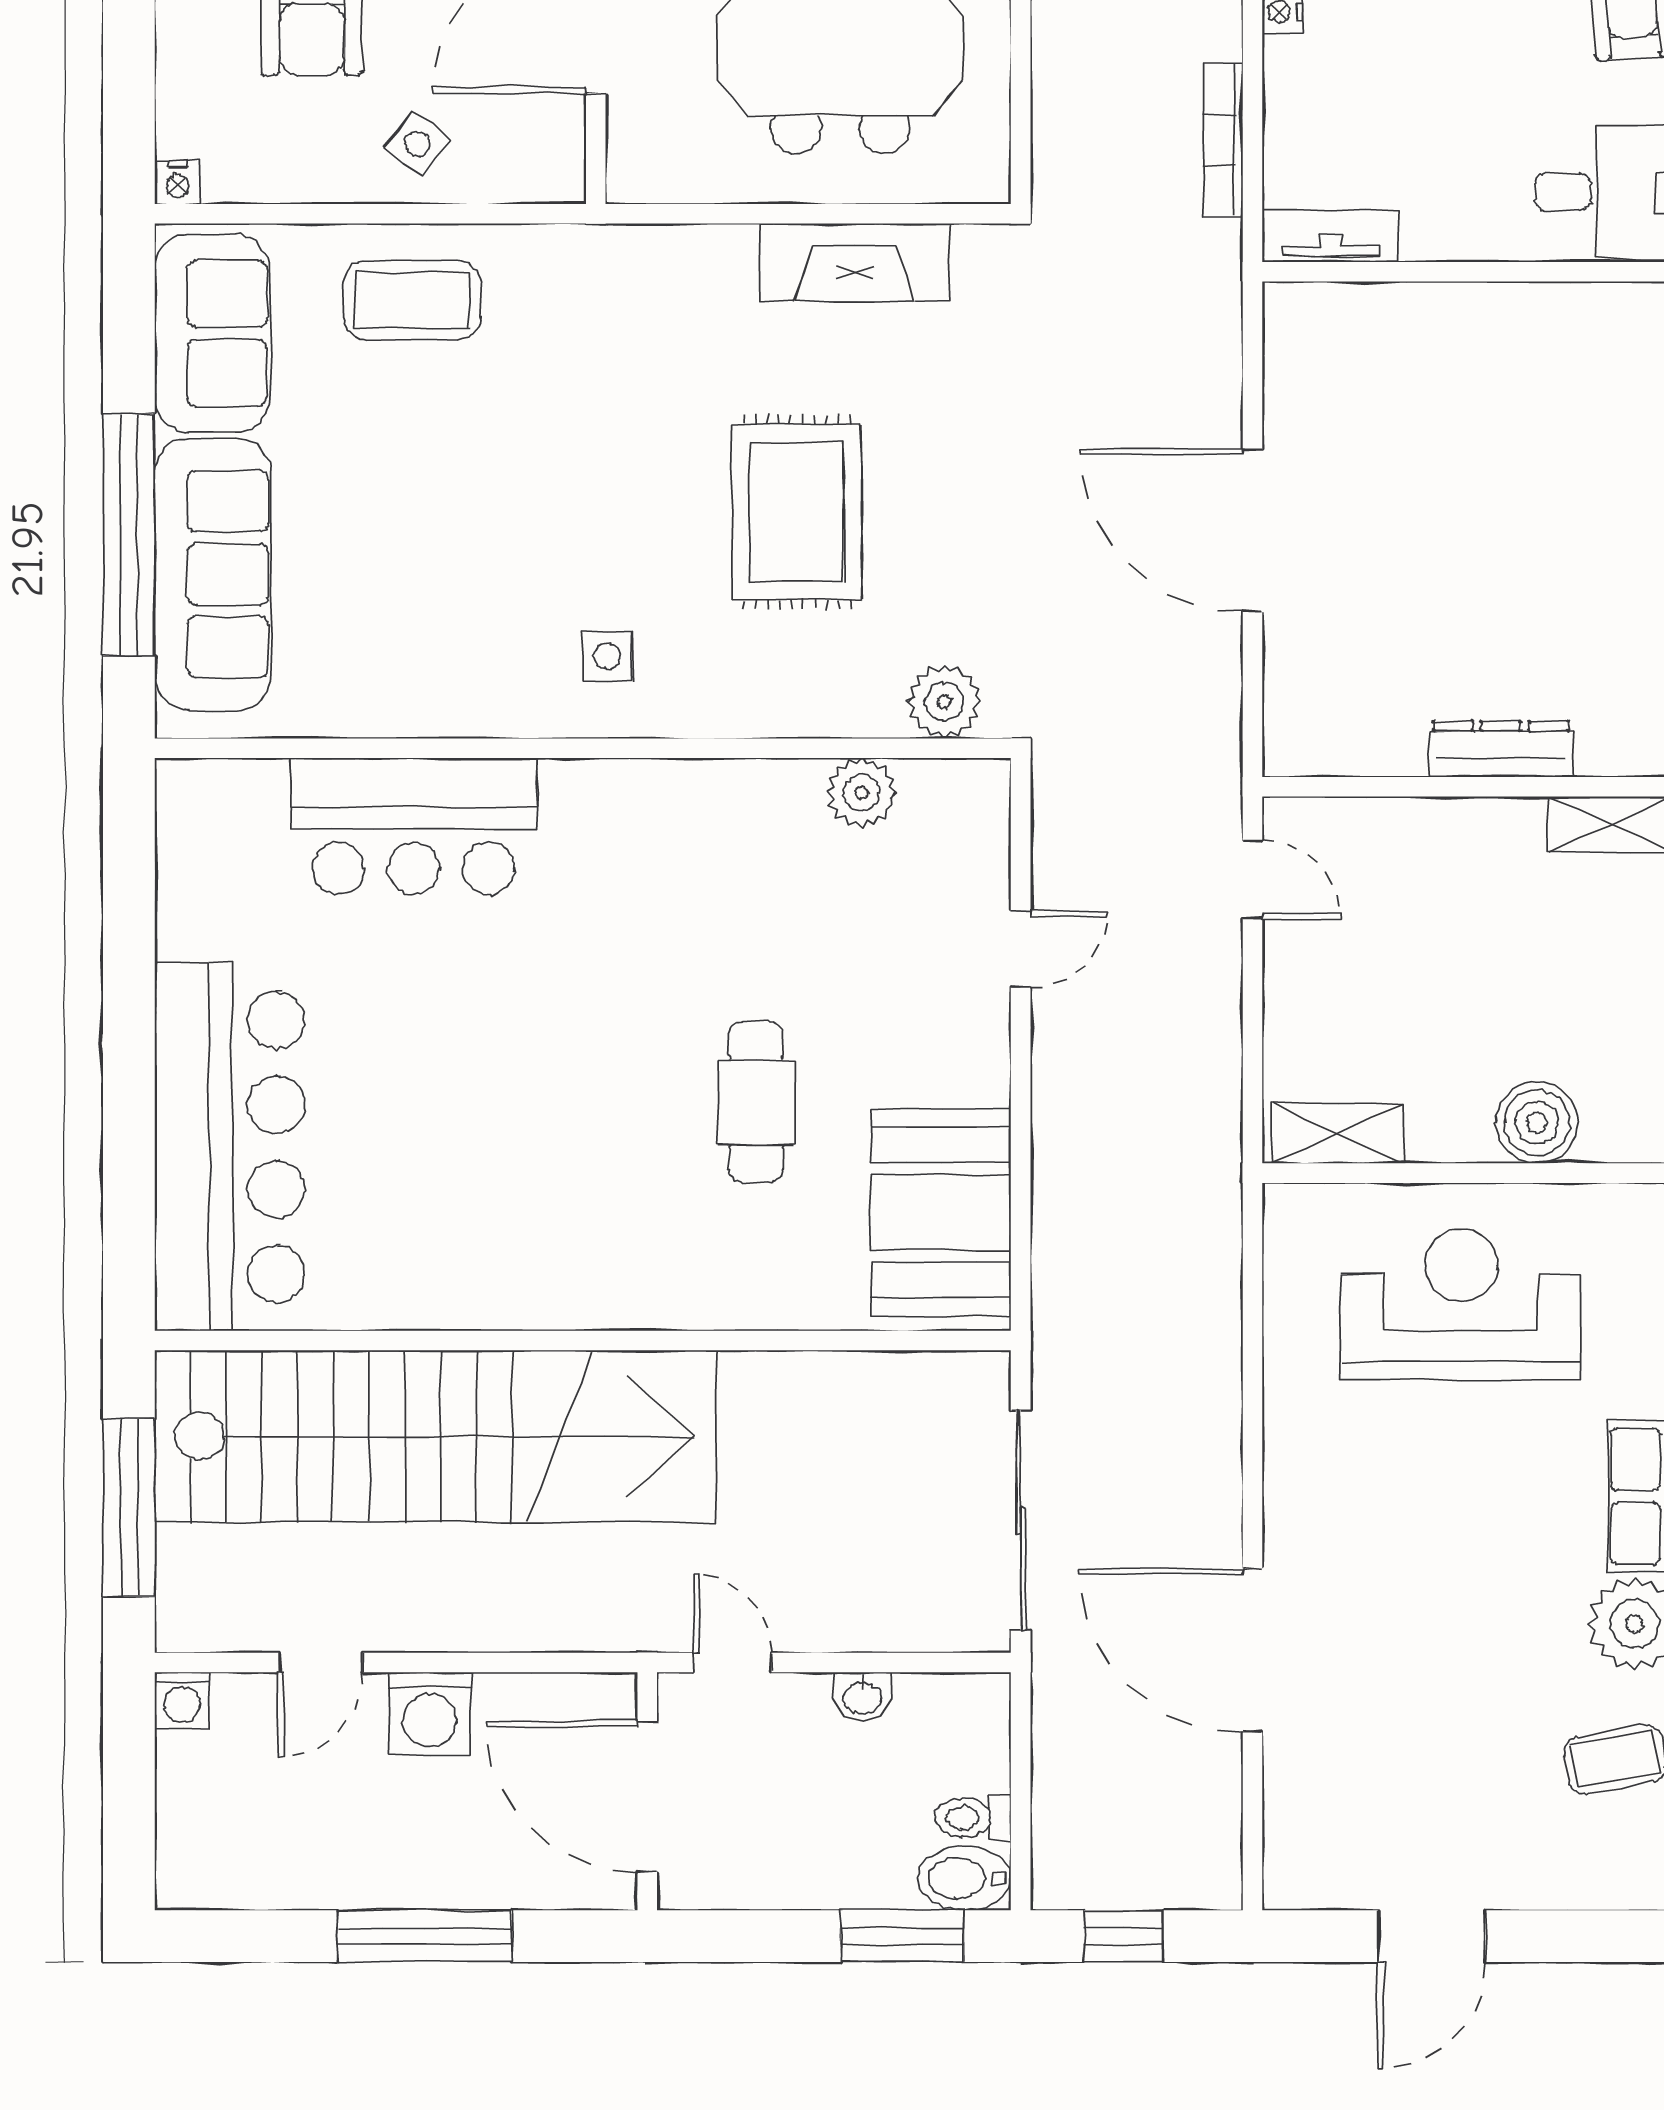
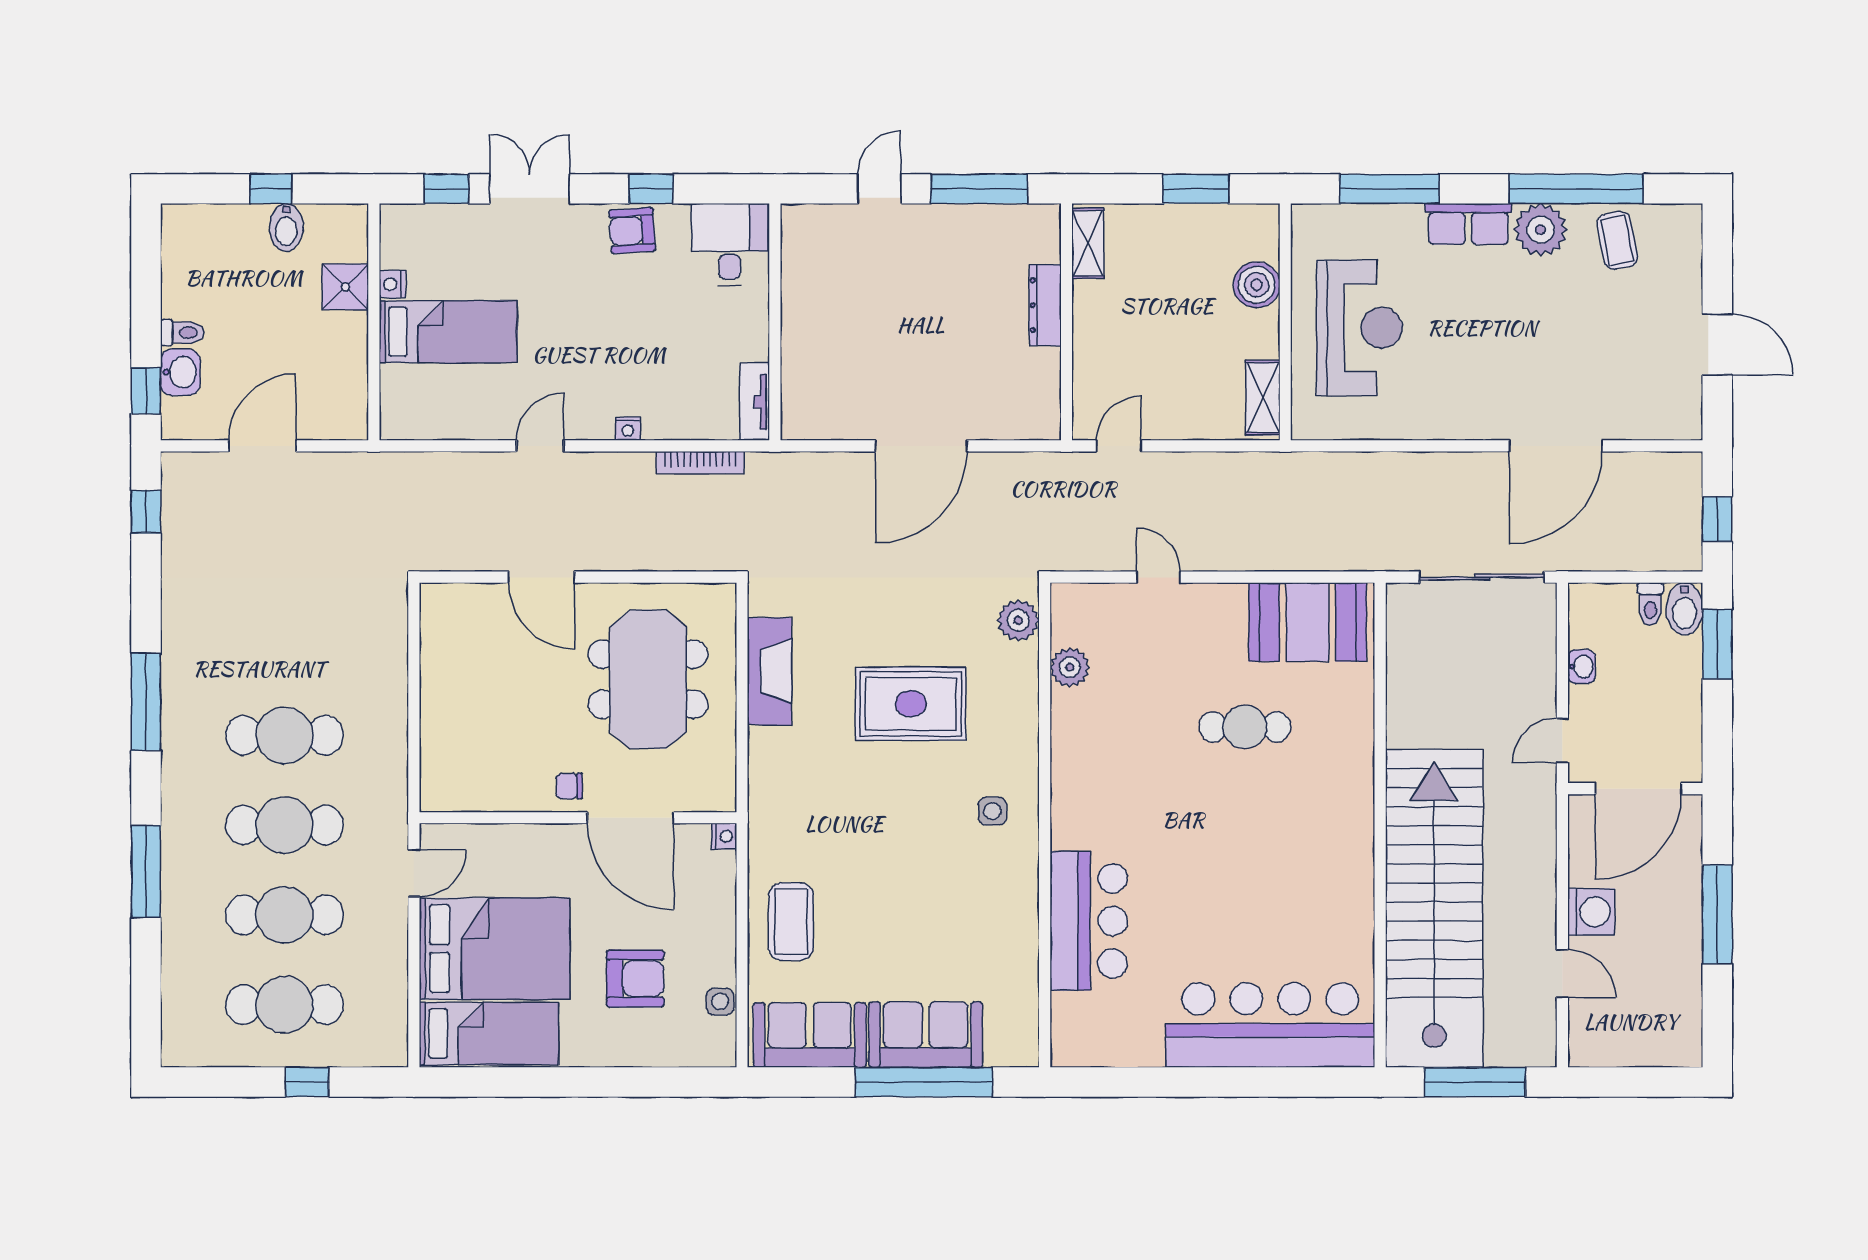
side table: (418, 144) -> (720, 1002), moved, turned -38
nightstand: (178, 182) -> (724, 836), moved
sofa: (213, 574) -> (926, 1035), width x0.73
reception desk: (1461, 1304) -> (1359, 328), turned 180
washing machine: (182, 1700) -> (1583, 1052), removed

